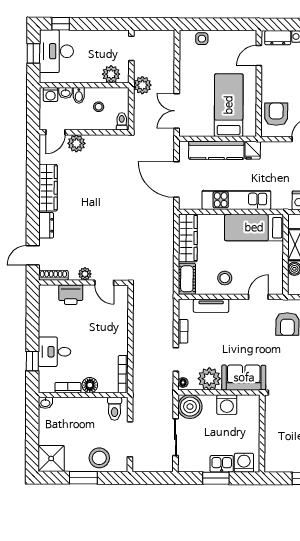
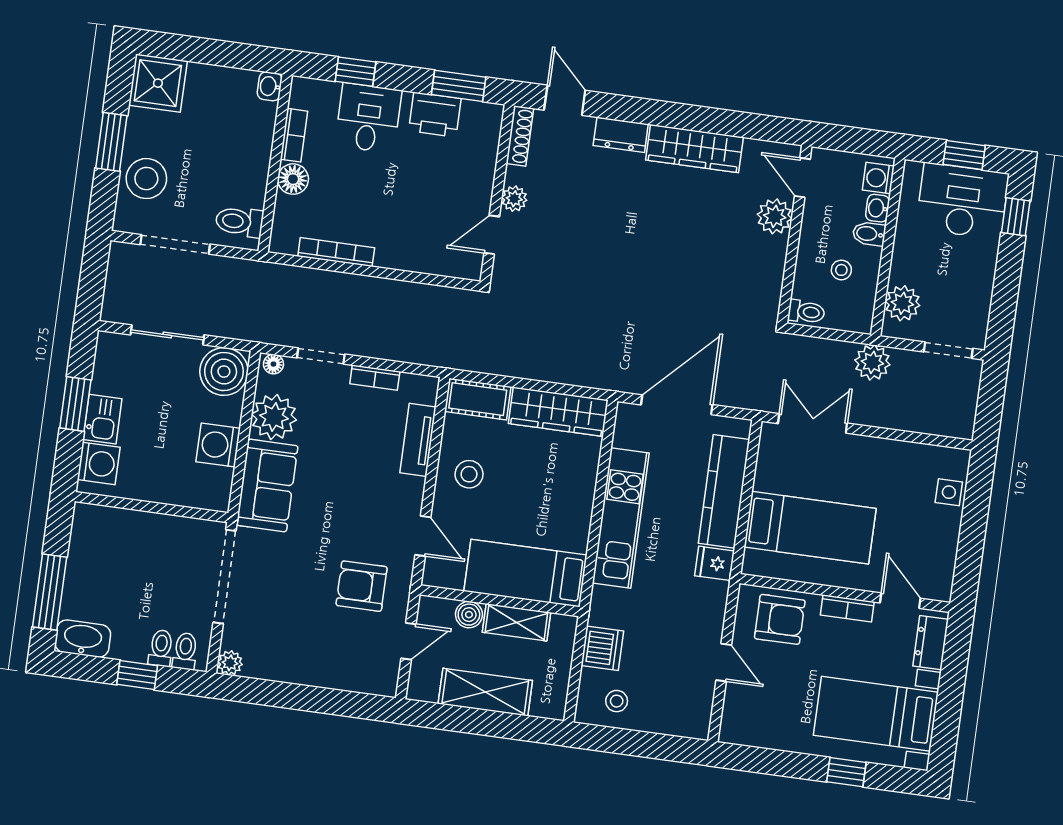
bookcase: (266, 81) -> (847, 608), added
bed: (254, 228) -> (525, 573), moved, turned -90
printer: (71, 295) -> (435, 115), moved, turned -90
window: (33, 309) -> (459, 86), added
bookcase: (123, 374) -> (336, 252), moved

